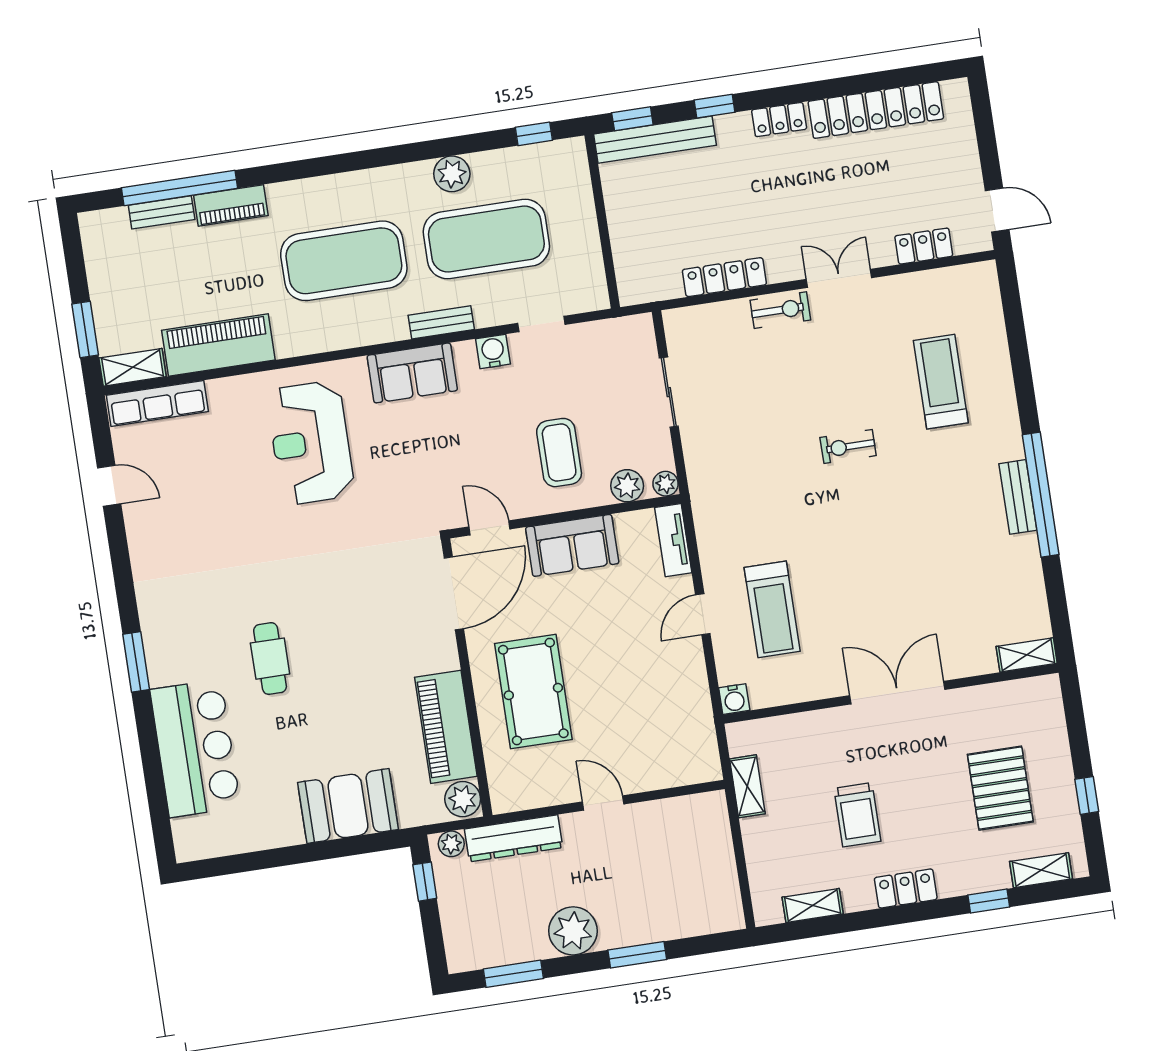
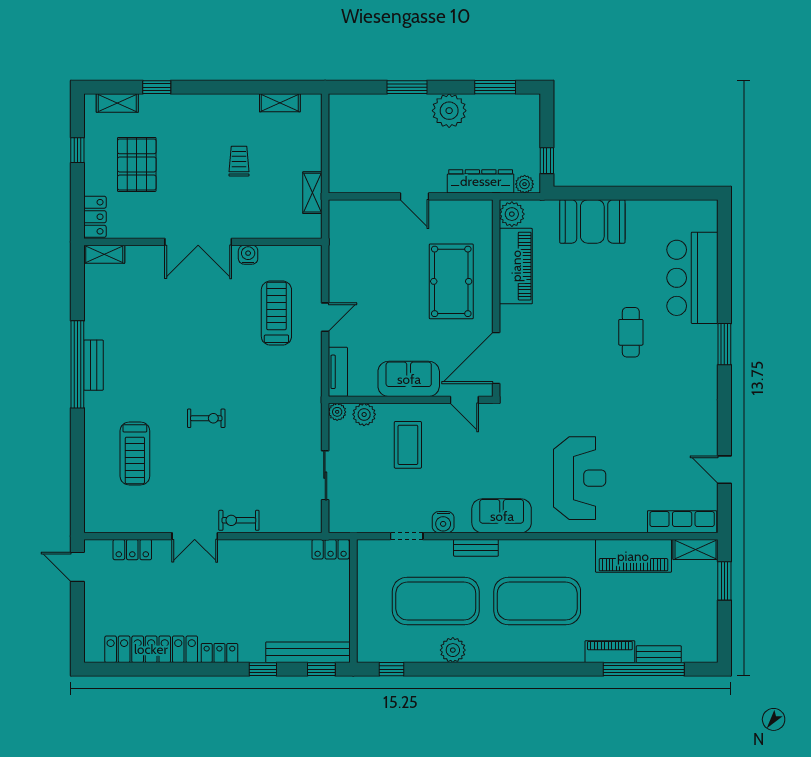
locker: (724, 277) -> (331, 549), moved, width x0.66
water cooler: (734, 699) -> (248, 255), moved
trolley: (857, 815) -> (239, 161), width x0.73, depth x0.72
locker: (906, 889) -> (95, 217), moved, turned -90

